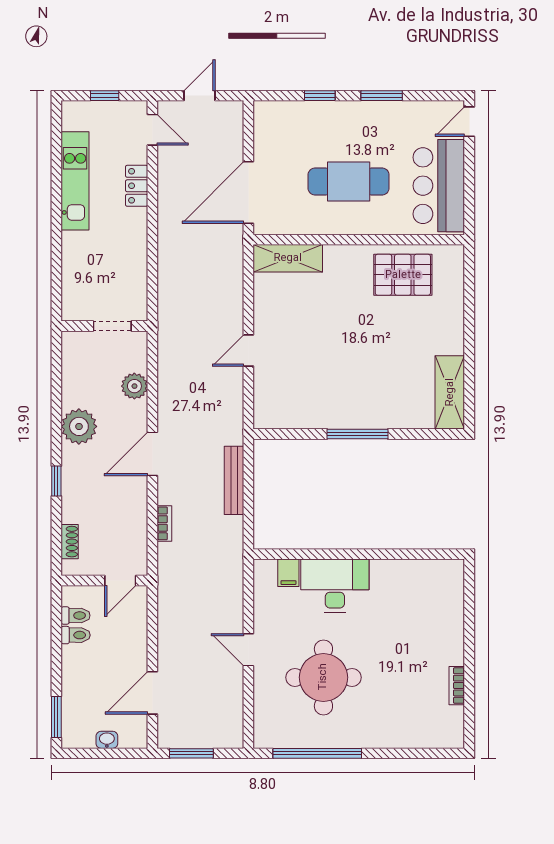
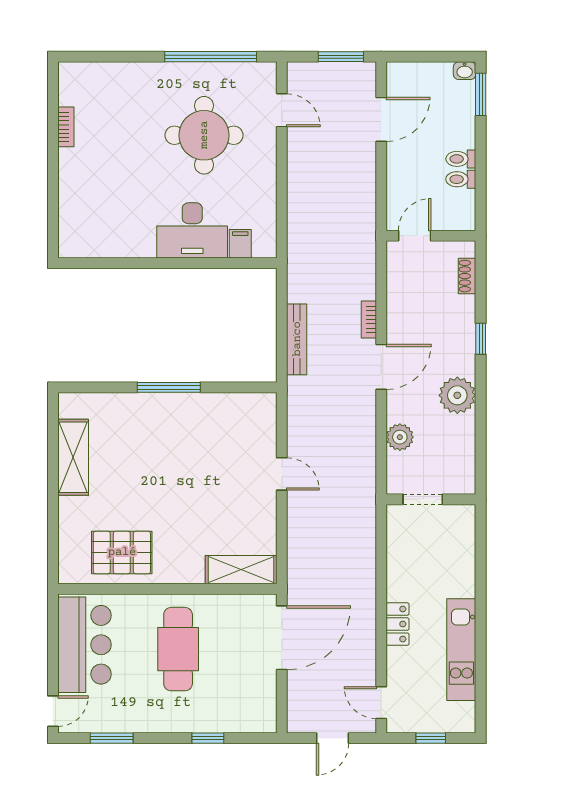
window: (382, 96) -> (112, 738), moved
cafe table: (349, 181) -> (178, 649), turned 90
locker: (137, 186) -> (398, 624), moved
door: (248, 351) -> (282, 474), hinge flipped
shelving: (450, 392) -> (73, 457), moved
bookcase: (164, 523) -> (369, 319), moved
toilet: (76, 615) -> (461, 159), moved
door: (248, 650) -> (282, 110), moved
washbasin: (107, 740) -> (465, 71), moved

